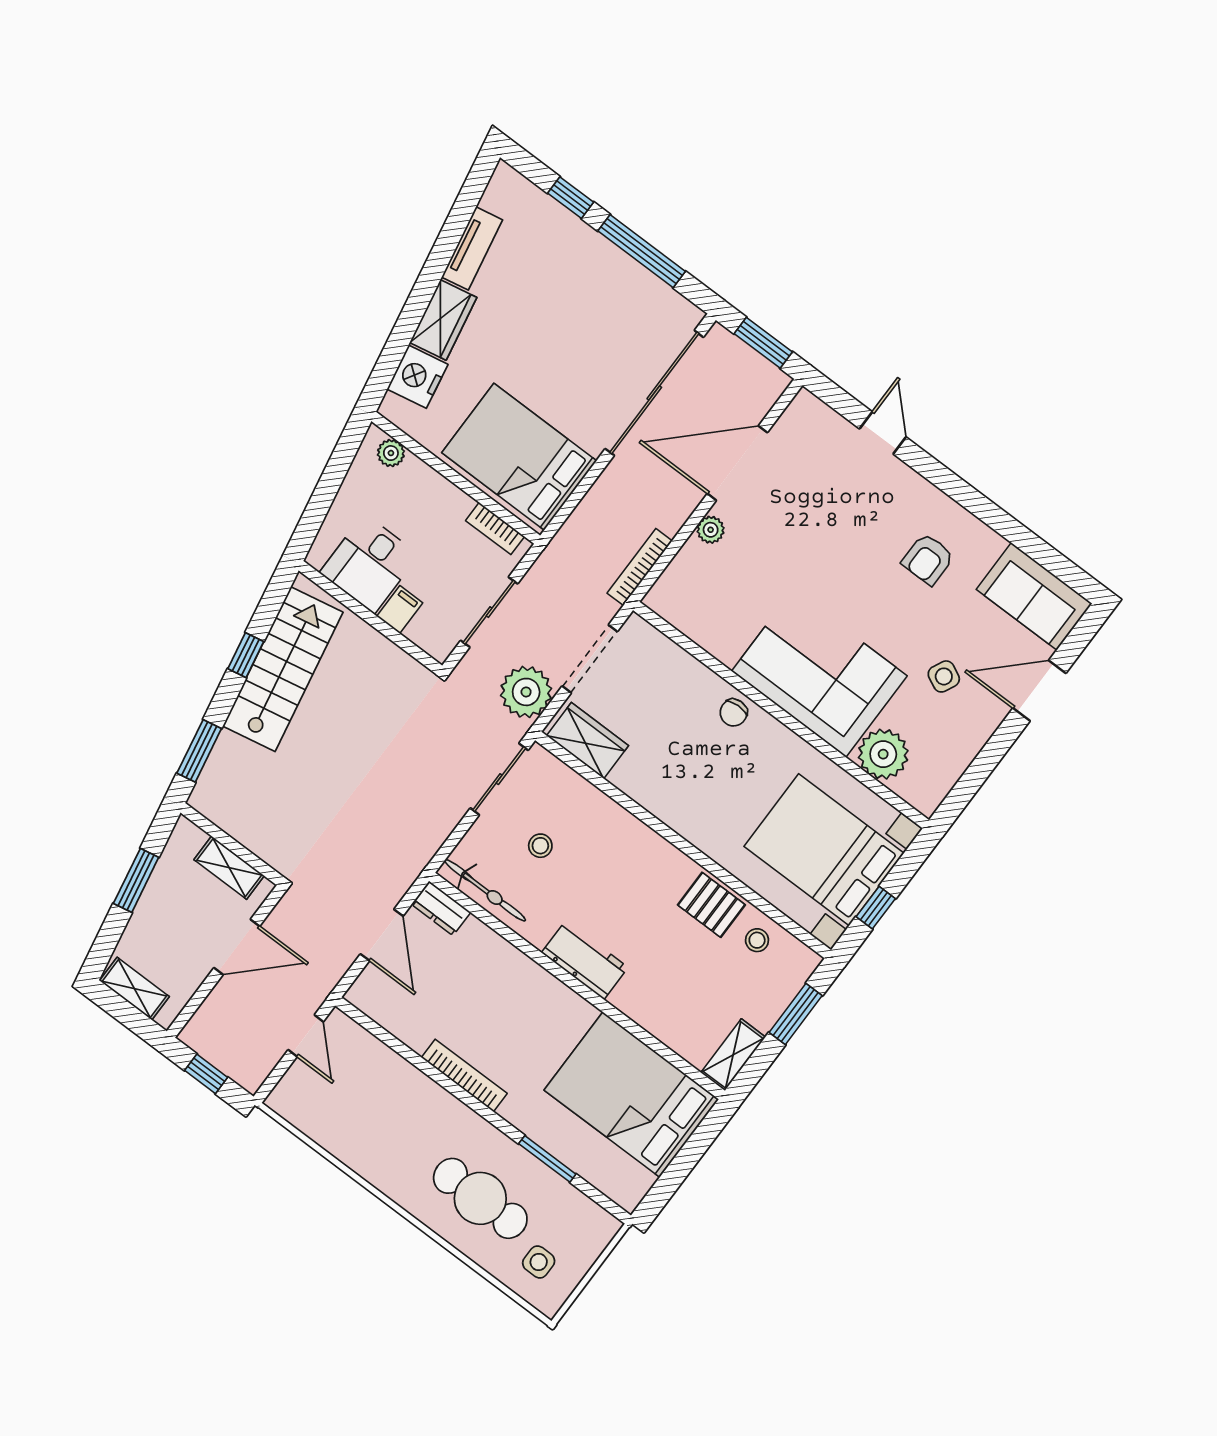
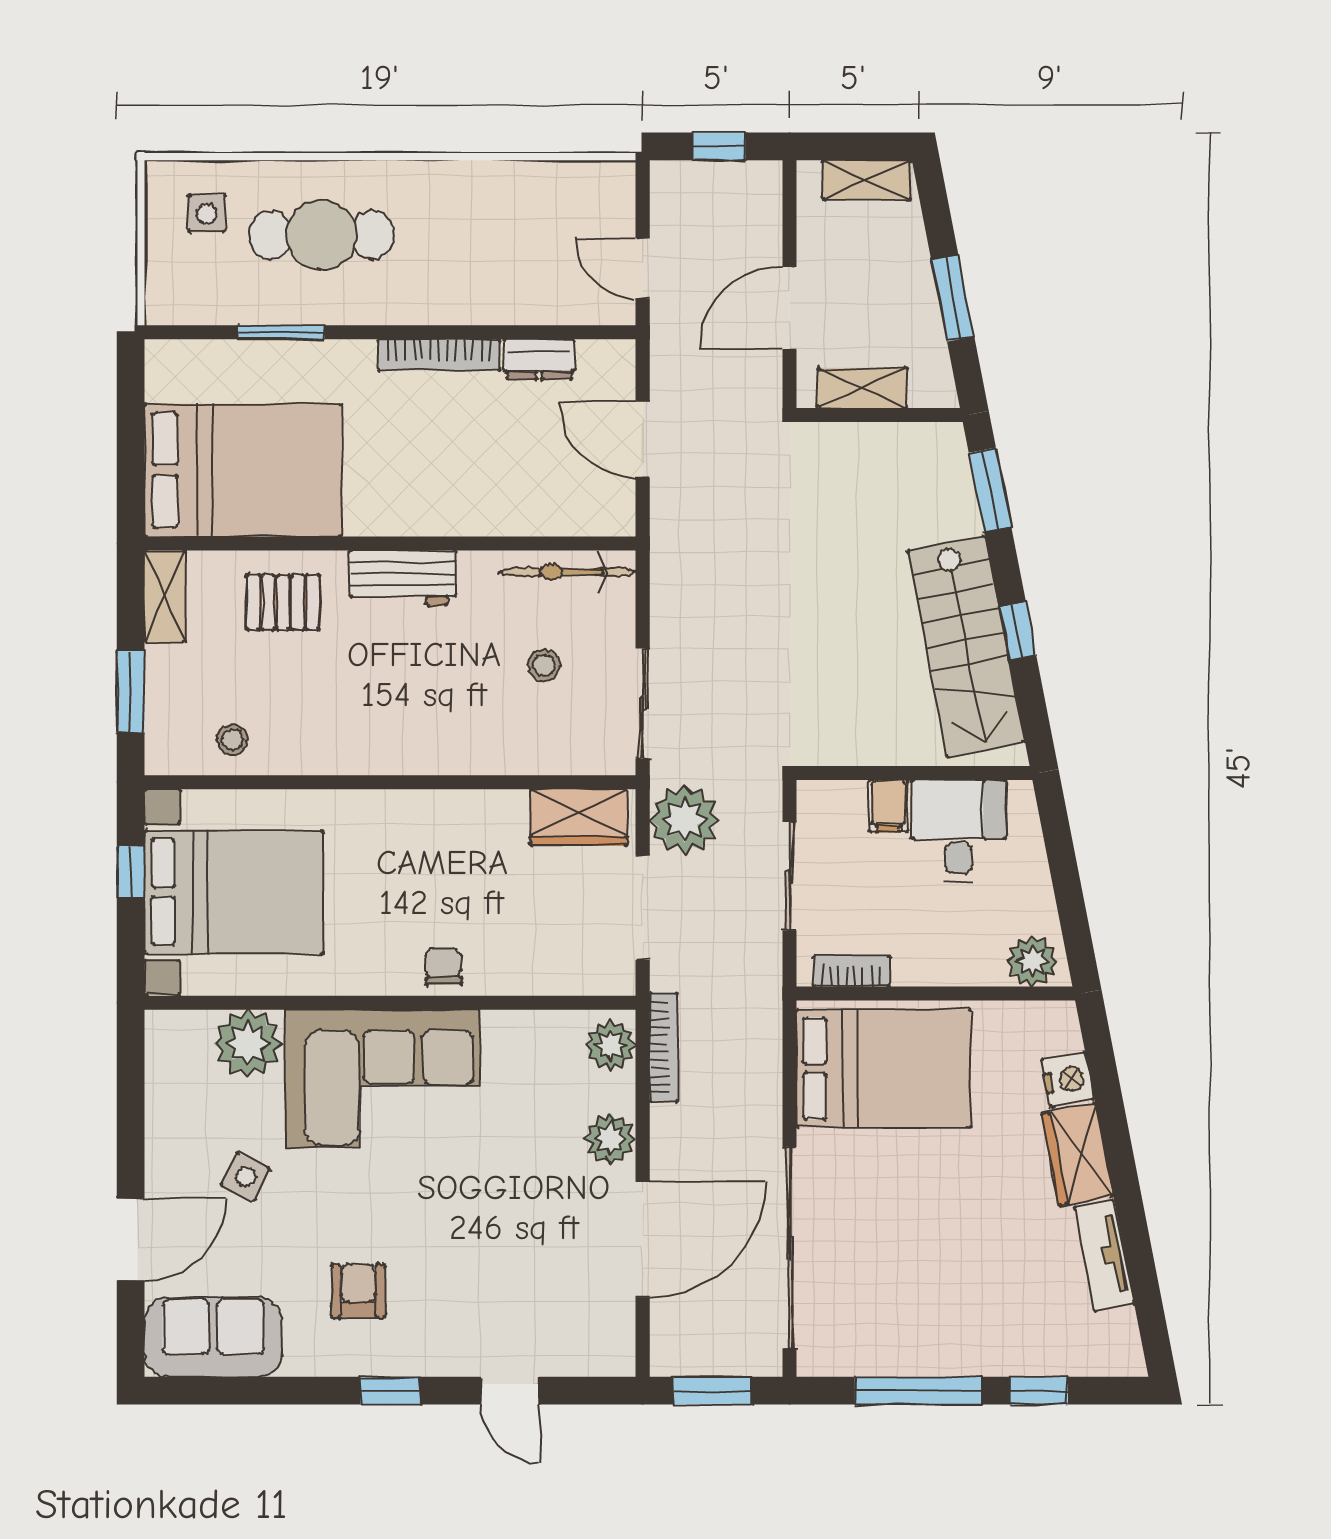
nightstand: (417, 377) -> (1068, 1079), width x0.74, depth x0.75
plant: (391, 453) -> (1032, 961), width x1.38, depth x1.38
window: (954, 486) -> (390, 1391), added
plant: (711, 530) -> (610, 1139), width x1.38, depth x1.38
plant: (670, 592) -> (611, 1045), added
pallet: (711, 905) -> (283, 602), moved
dresser: (441, 908) -> (539, 359), moved, turned 180

